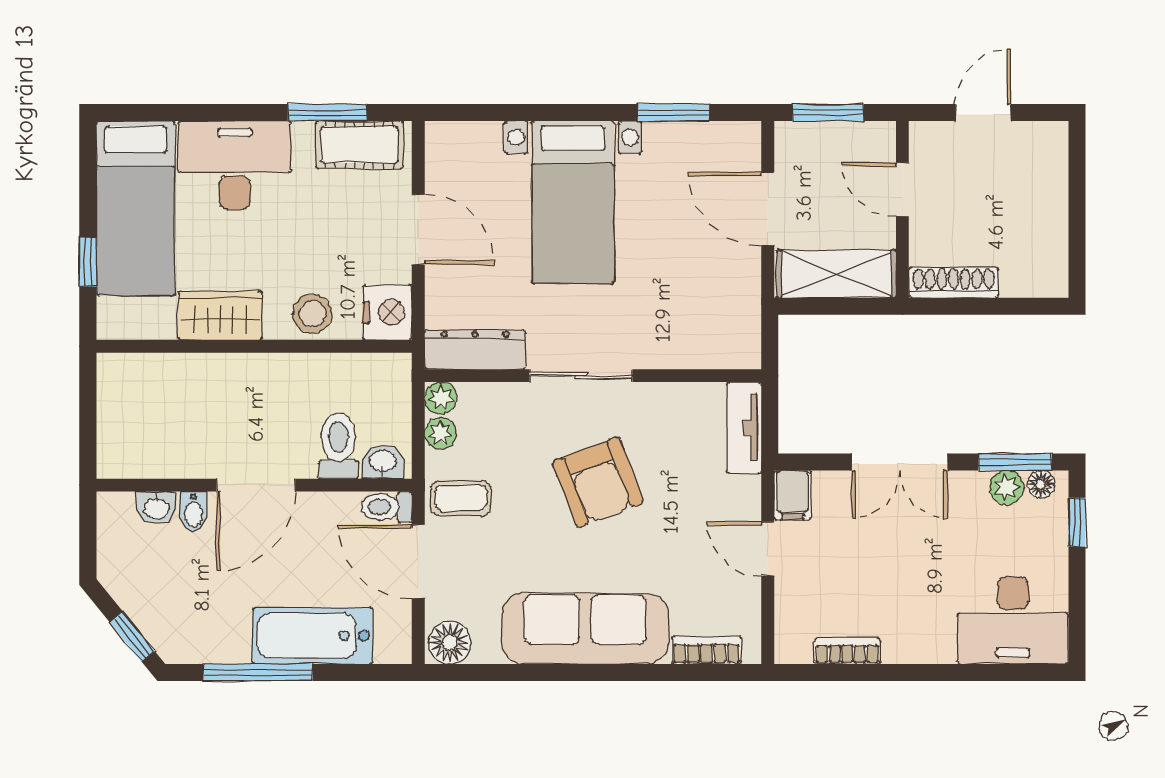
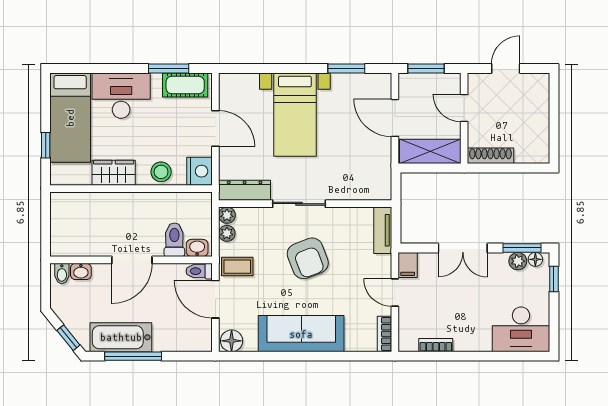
bidet: (194, 512) -> (62, 273), moved
bathtub: (313, 636) -> (121, 337), moved
bookcase: (707, 650) -> (385, 334), moved, turned -90

